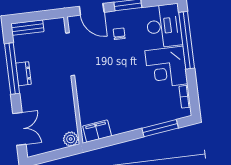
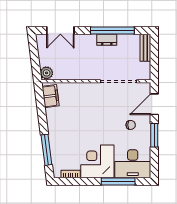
window: (187, 40) -> (118, 181), width x0.68

